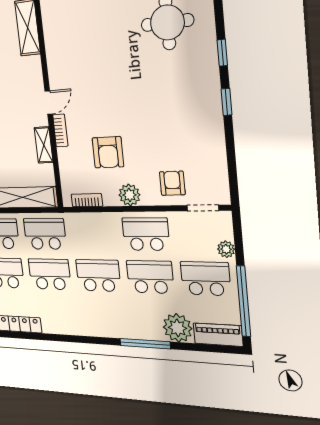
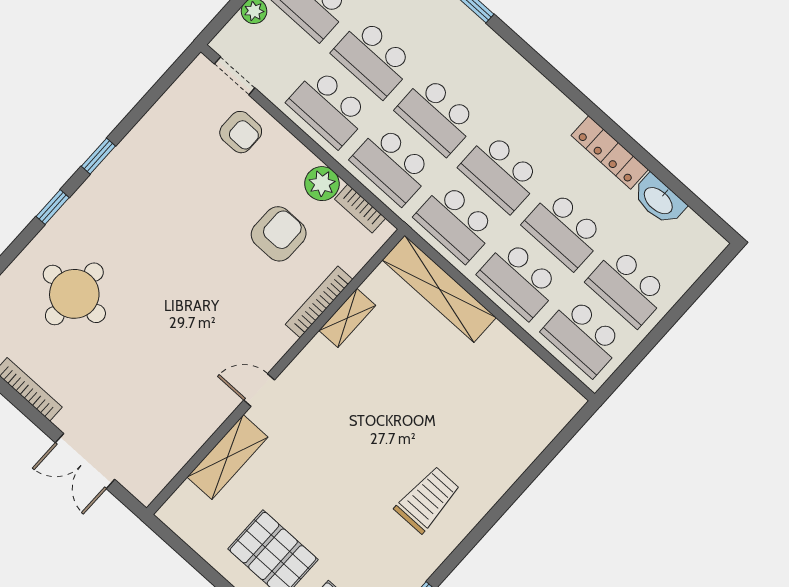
door: (49, 103) -> (259, 390), moved
bookcase: (60, 130) -> (319, 302), width x1.56
armchair: (172, 183) -> (241, 132), turned -90
plant: (129, 195) -> (322, 184), moved
school desk: (94, 234) -> (392, 165), added

